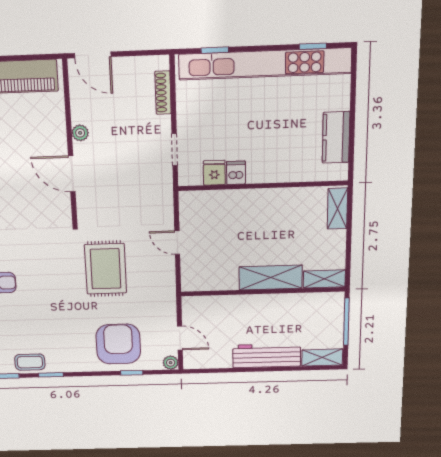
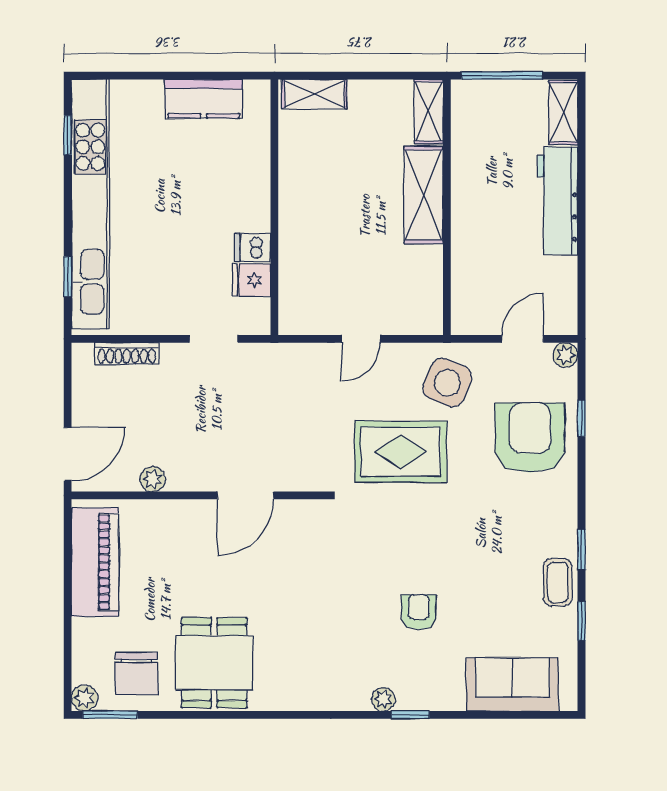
plant: (80, 133) -> (153, 479), moved
side table: (151, 295) -> (447, 383), added
armchair: (118, 344) -> (530, 438), turned 90

